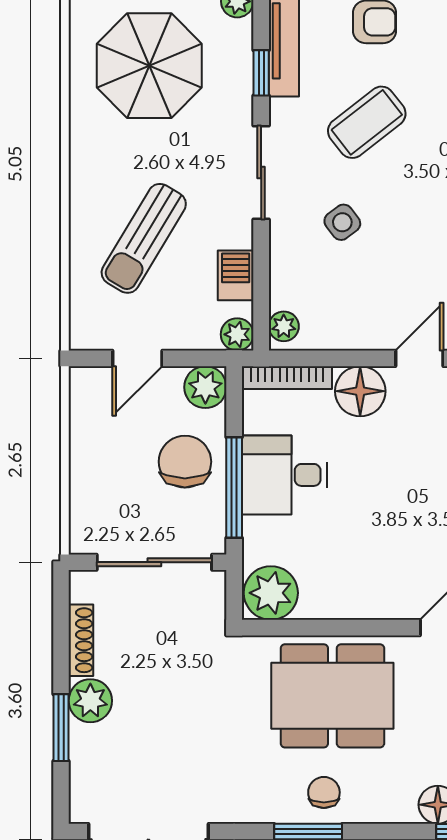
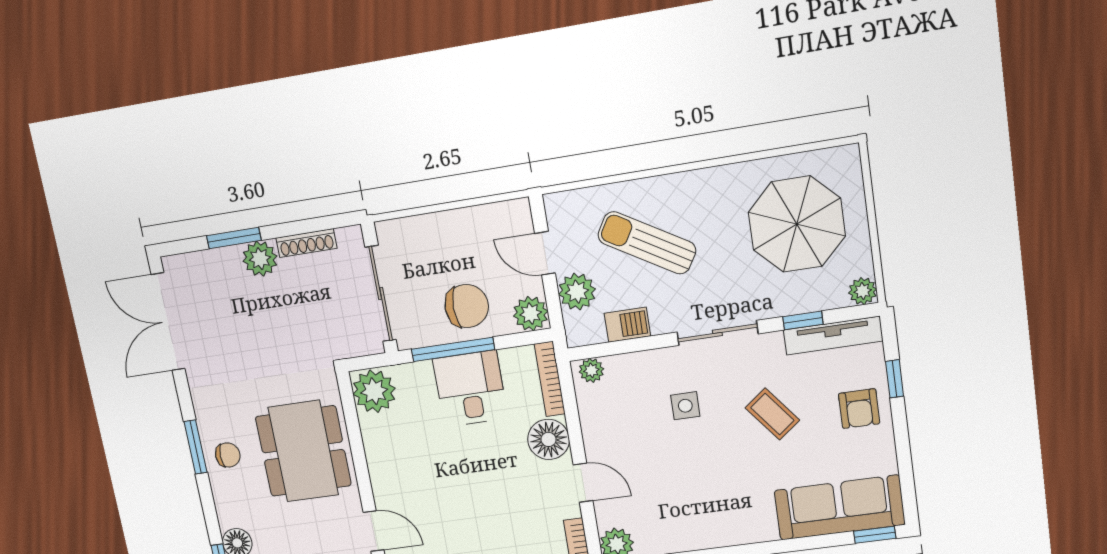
coffee table: (367, 122) -> (772, 414), width x0.73, depth x0.77
side table: (342, 222) -> (685, 406), turned 37
plant: (237, 334) -> (577, 292), moved, width x1.38, depth x1.38

